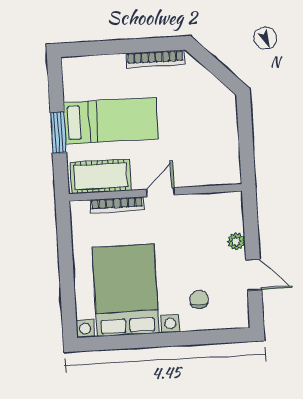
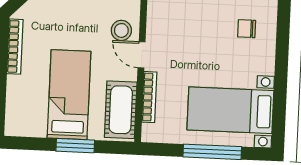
stool: (184, 168) -> (121, 30), added
window: (67, 277) -> (212, 152), added
bed with nightstands: (126, 290) -> (230, 110), width x0.73

